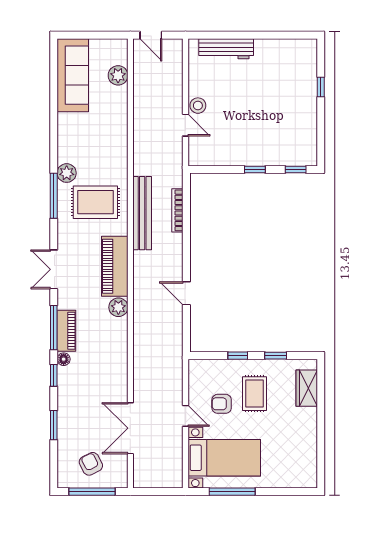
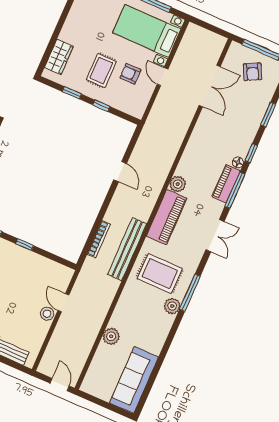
plant: (118, 75) -> (111, 336), moved
armchair: (222, 404) -> (130, 74), turned 180

